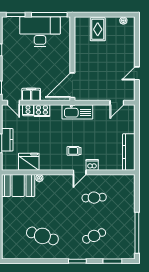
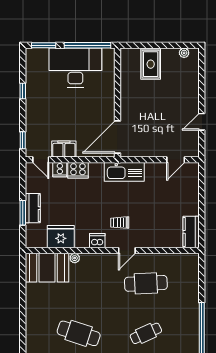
kitchen counter: (129, 152) -> (191, 232), width x0.67
dishwasher: (92, 165) -> (97, 241), moved
cafe table: (94, 198) -> (146, 283), width x1.37, depth x1.35

